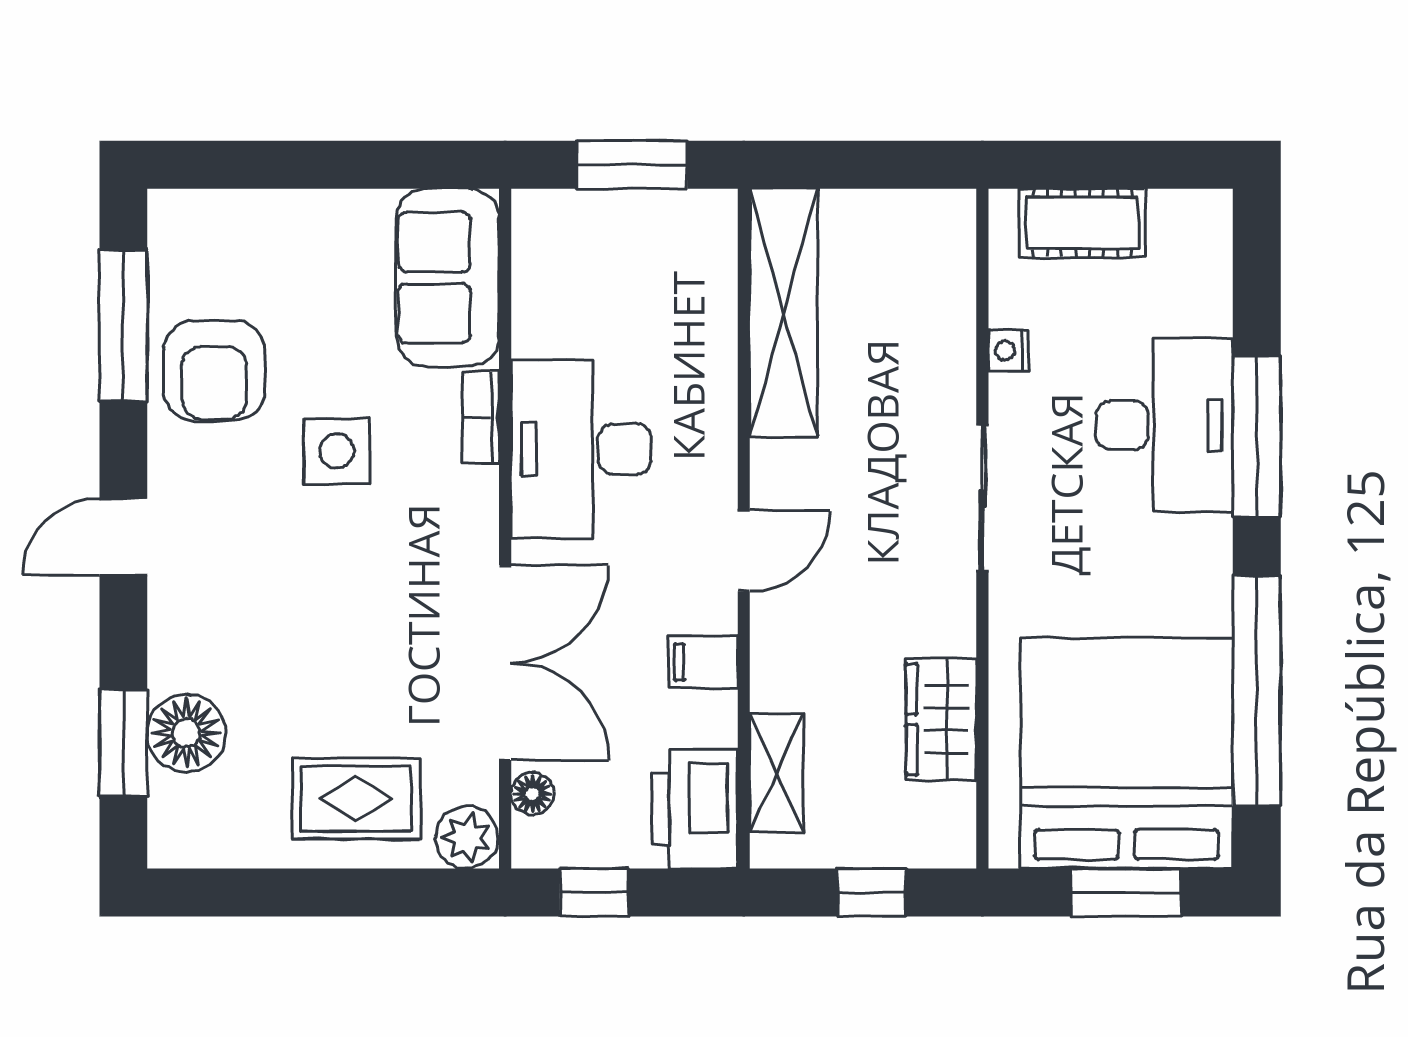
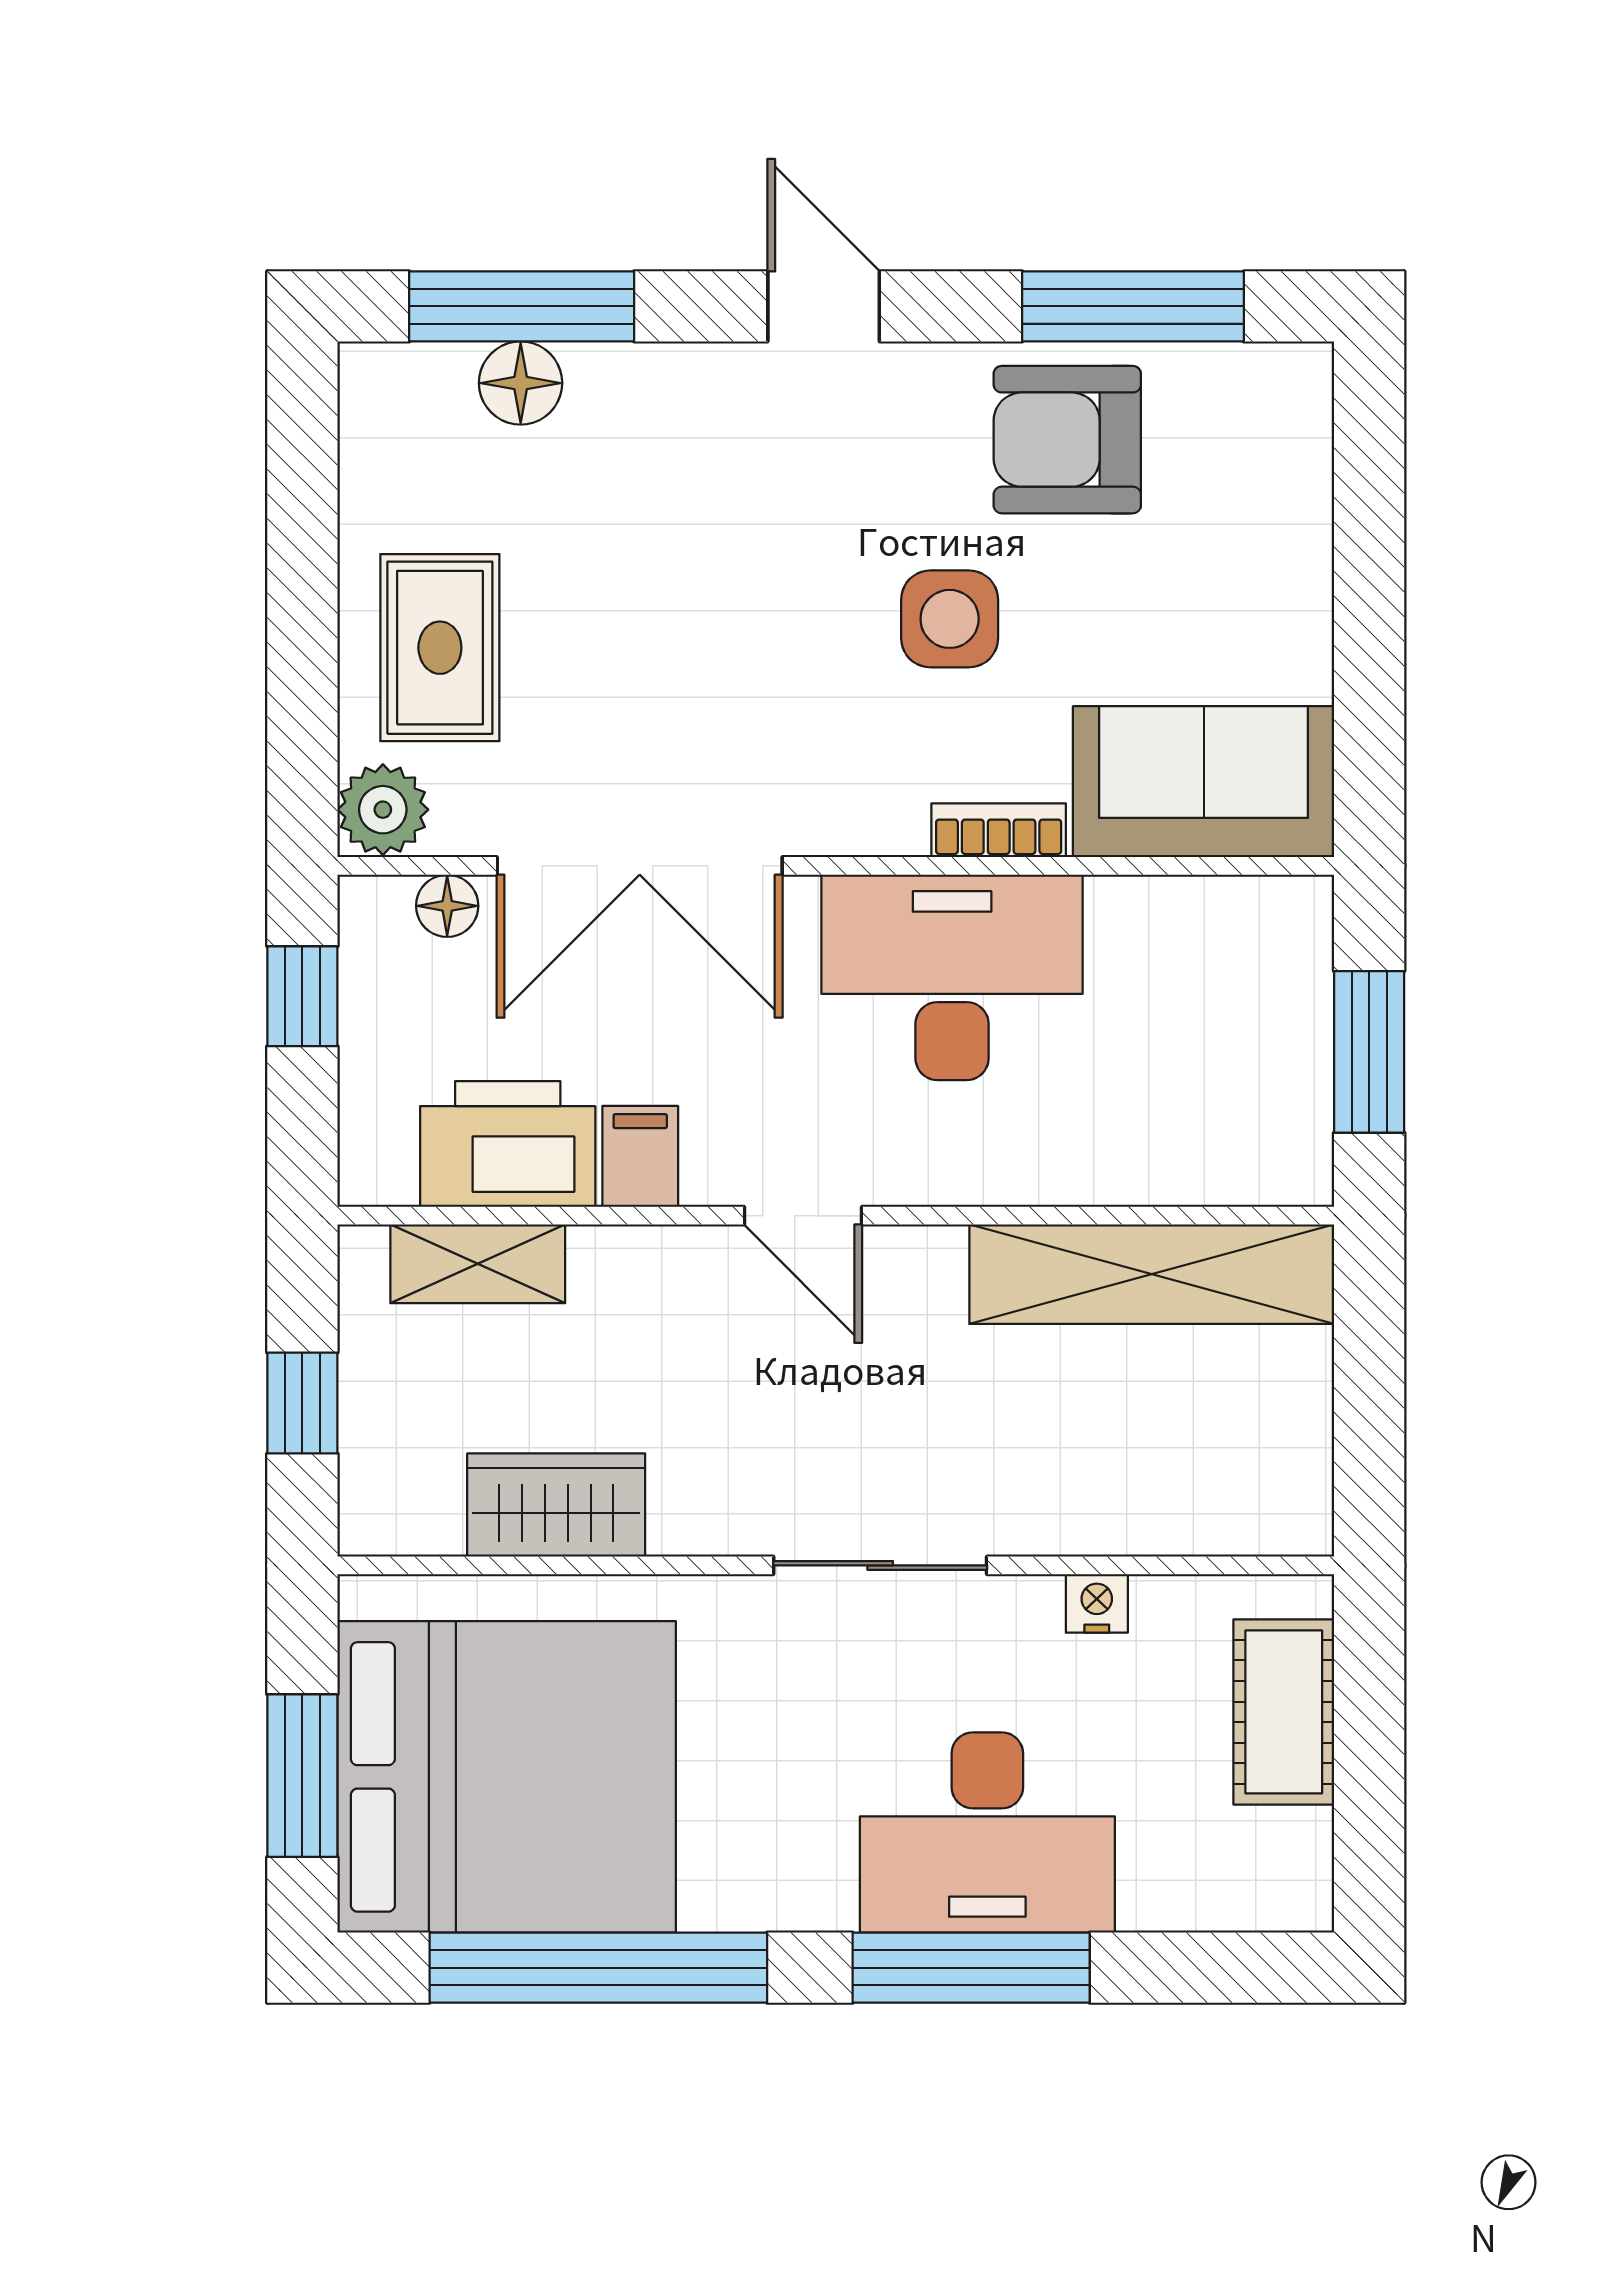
floor lamp: (186, 733) -> (521, 383), width x0.73, depth x0.73
window: (123, 743) -> (522, 306), width x1.44
printer: (695, 809) -> (508, 1144), moved

